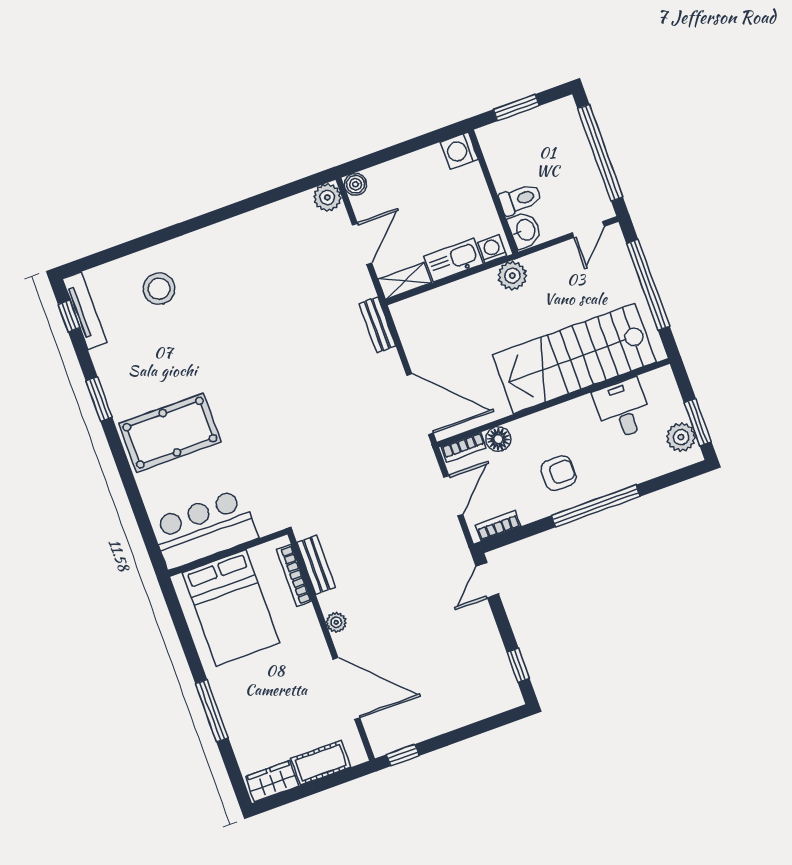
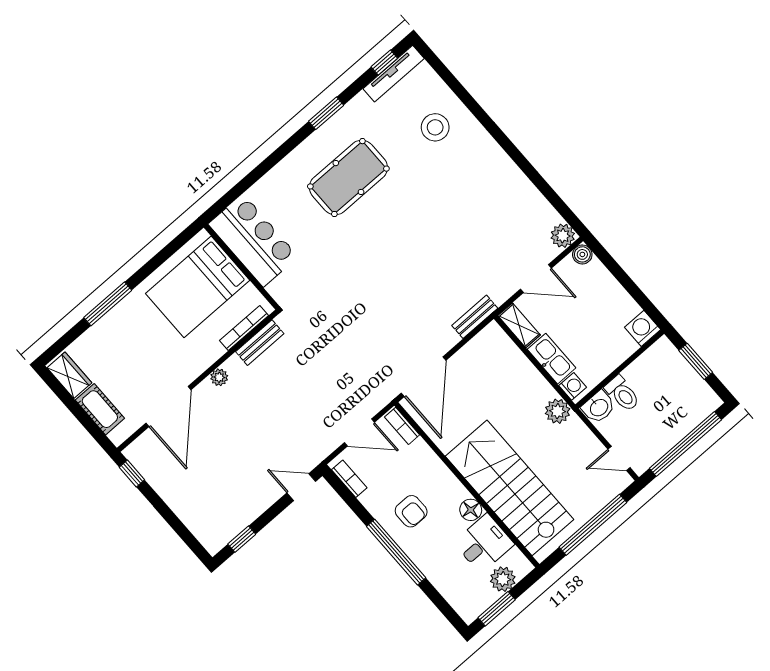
pool table: (170, 433) -> (348, 178), moved, turned 90
plant: (681, 437) -> (503, 579), moved
floor lamp: (498, 439) -> (471, 510), moved

